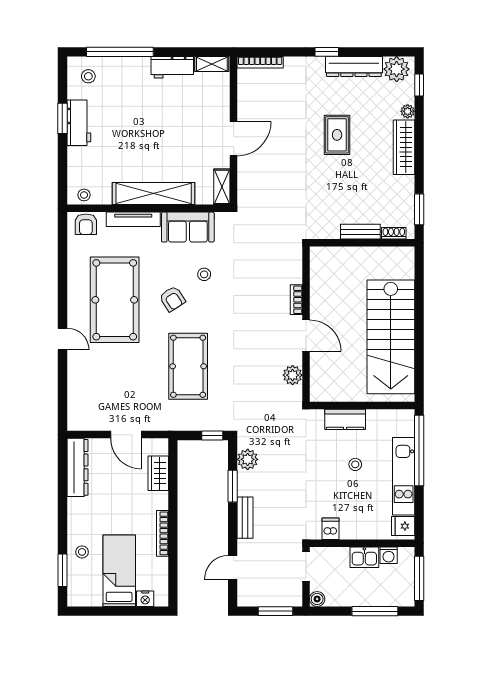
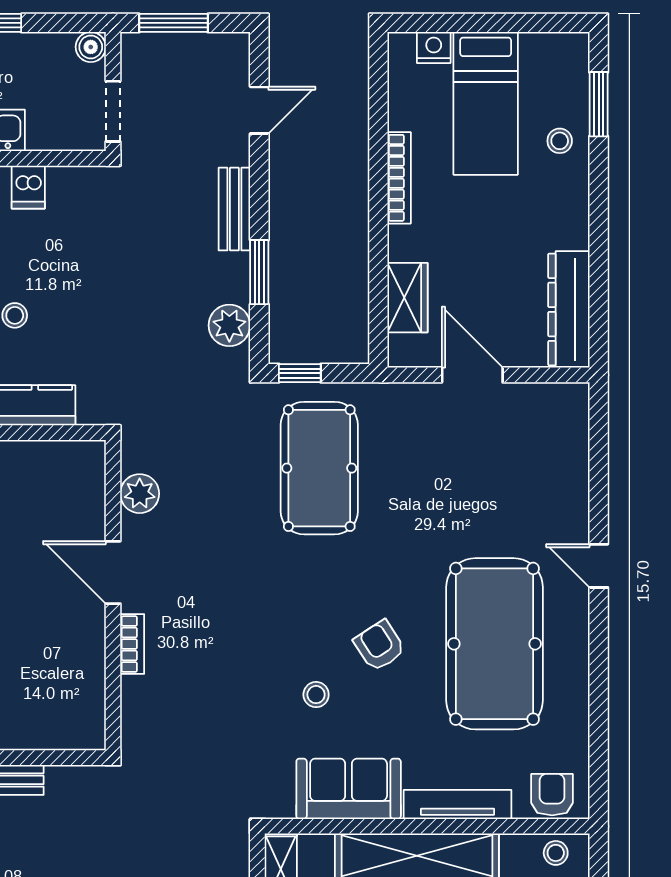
pool table: (188, 366) -> (319, 468), moved
dishwasher: (330, 529) -> (28, 187), moved

